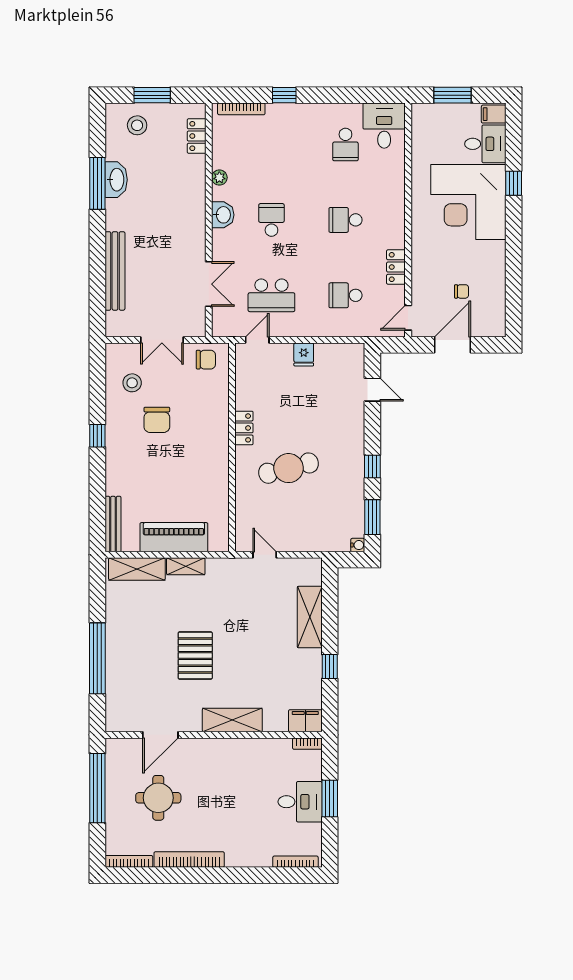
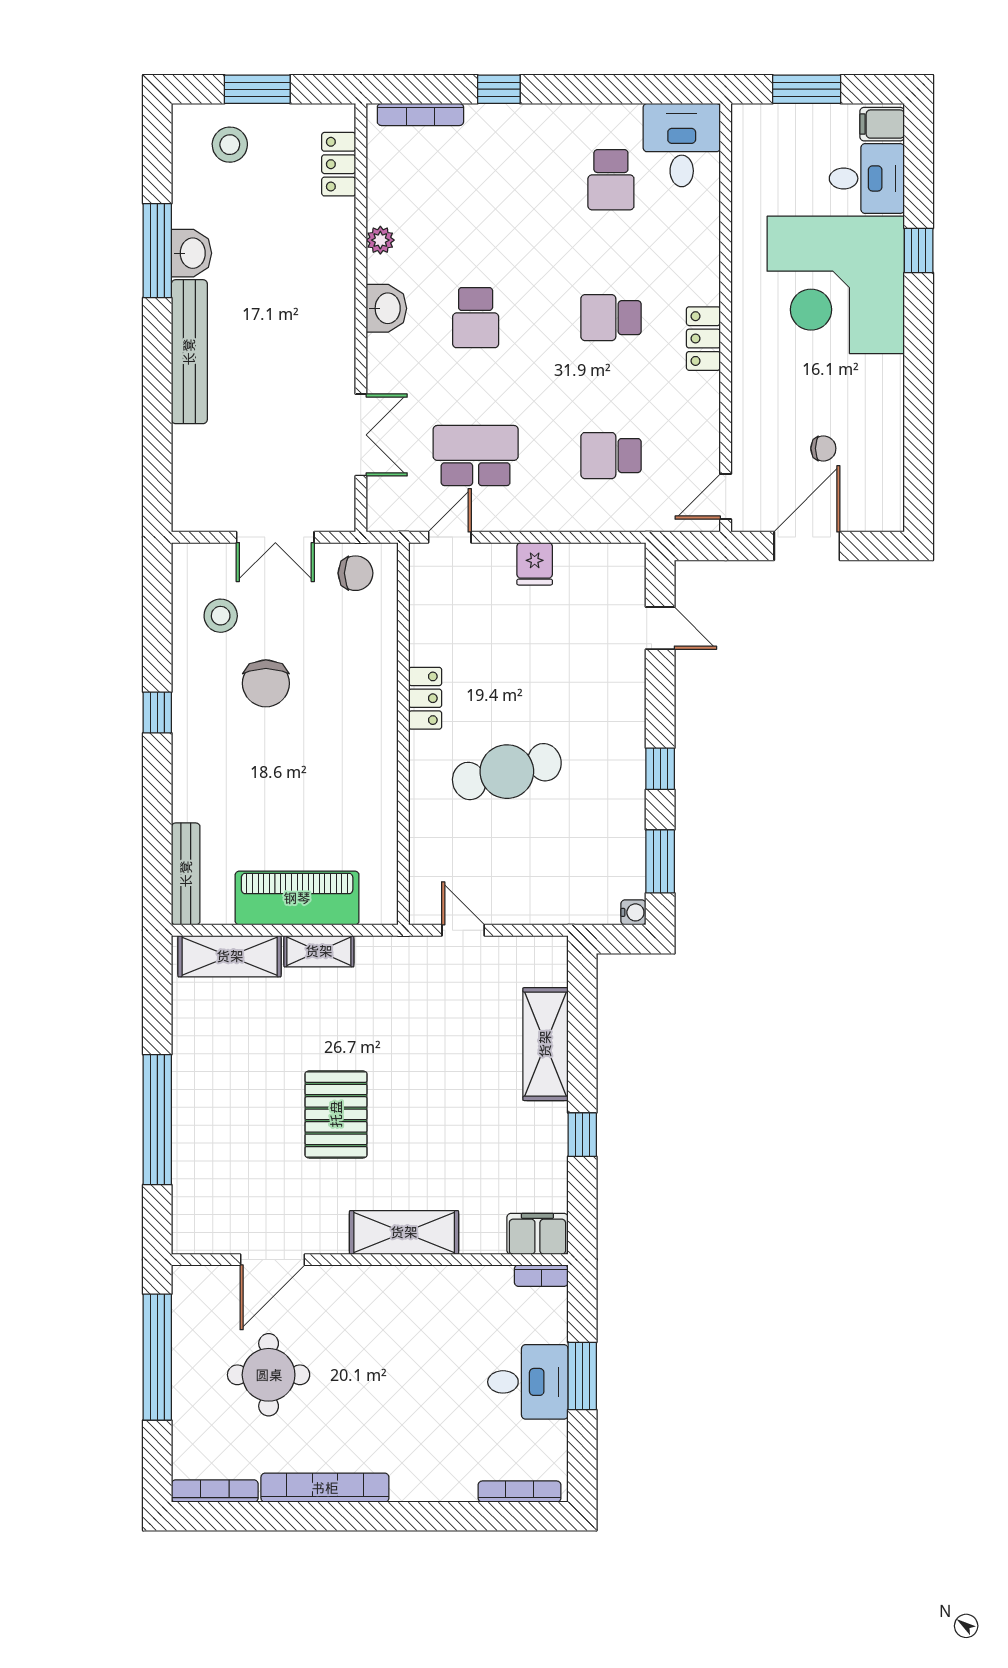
washbasin: (116, 180) -> (192, 253), width x0.72
school desk: (271, 220) -> (476, 318), turned 180
locker: (396, 267) -> (703, 339), moved
bench: (115, 271) -> (189, 352), moved
school desk: (271, 295) -> (476, 456), turned 180

